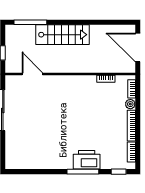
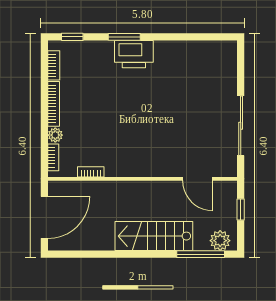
plant: (17, 32) -> (220, 241), added
door: (138, 48) -> (44, 217), hinge flipped
printer: (87, 160) -> (134, 54), moved
window: (83, 172) -> (124, 37), width x0.69

